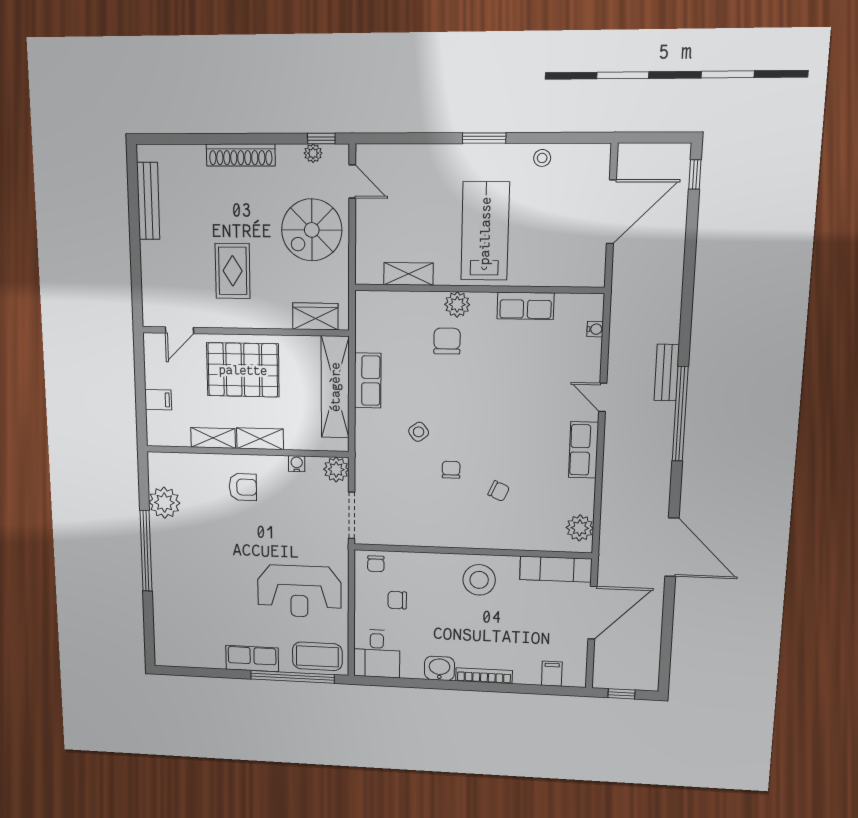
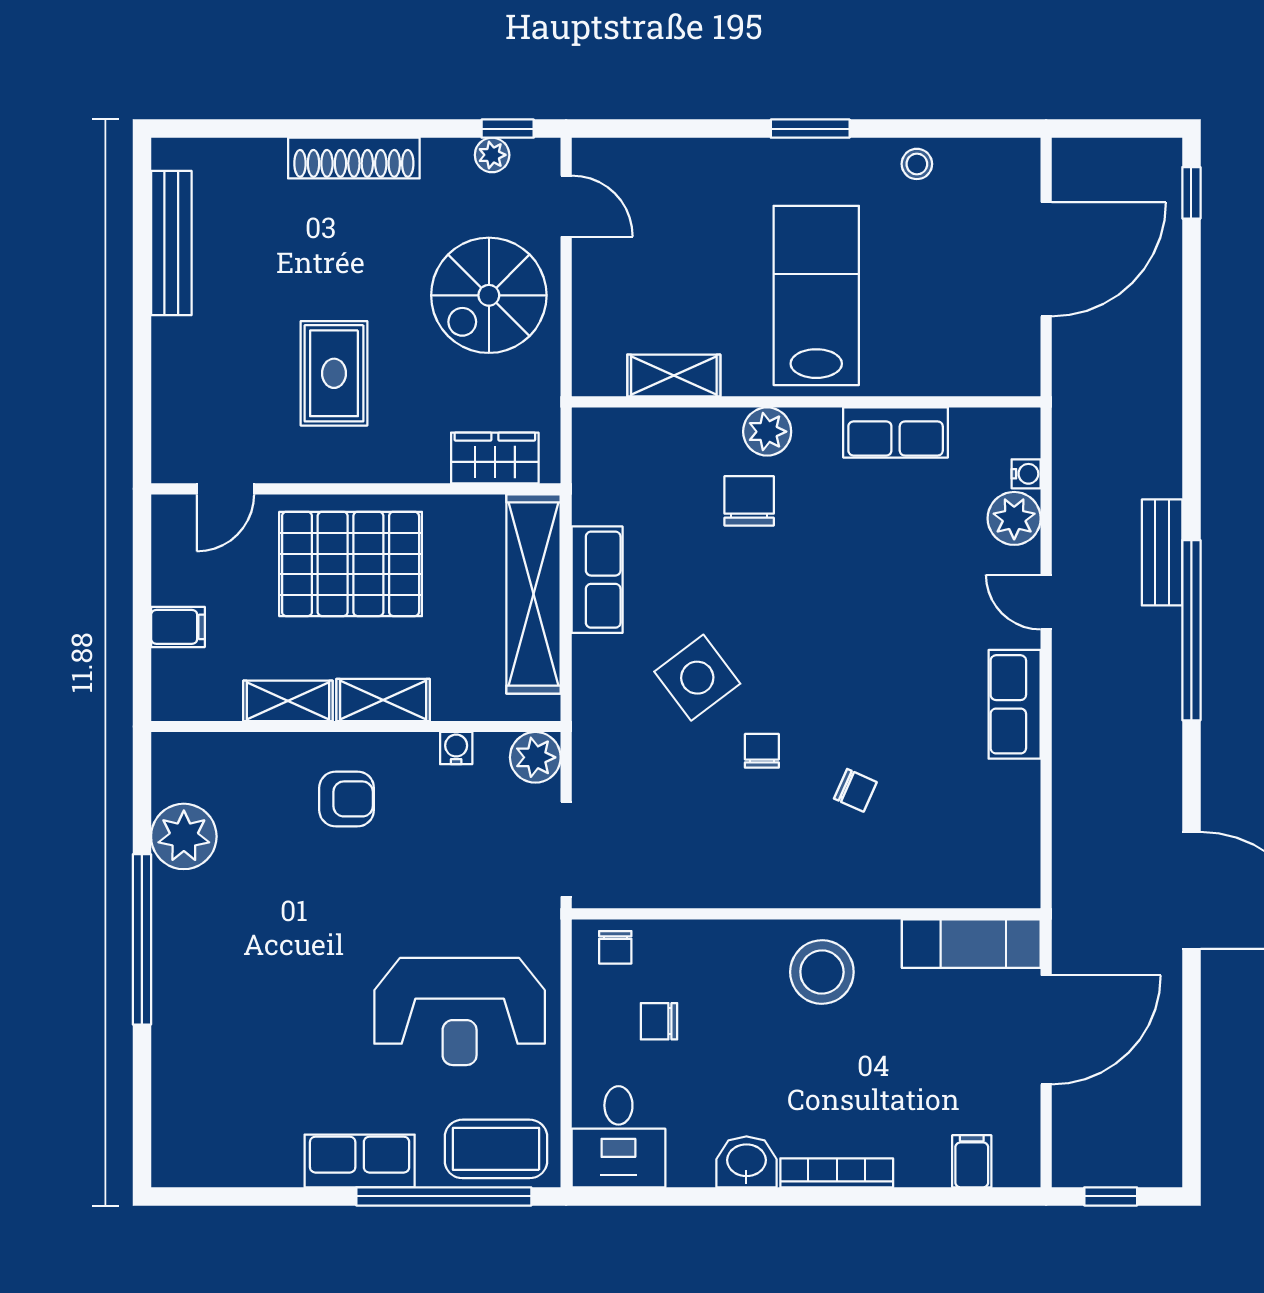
side table: (419, 432) -> (697, 678), width x1.87, depth x1.87
plant: (580, 528) -> (1014, 518), moved

